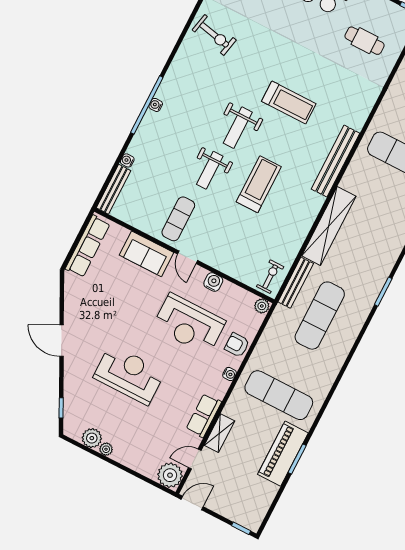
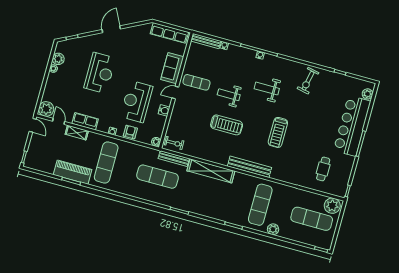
weight bench: (238, 128) -> (267, 89), moved

